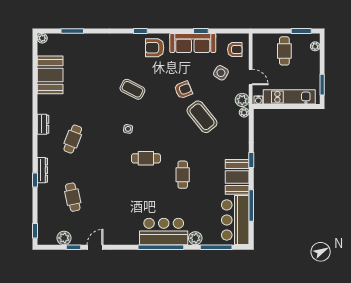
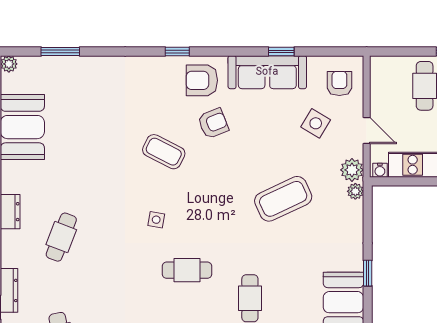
armchair: (235, 49) -> (339, 83), turned -90
armchair: (183, 90) -> (213, 123), moved
coffee table: (202, 117) -> (283, 199), turned -76

